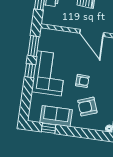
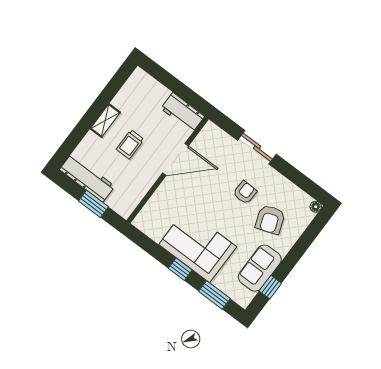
window: (33, 46) -> (214, 295), moved
armchair: (82, 81) -> (245, 192), moved

